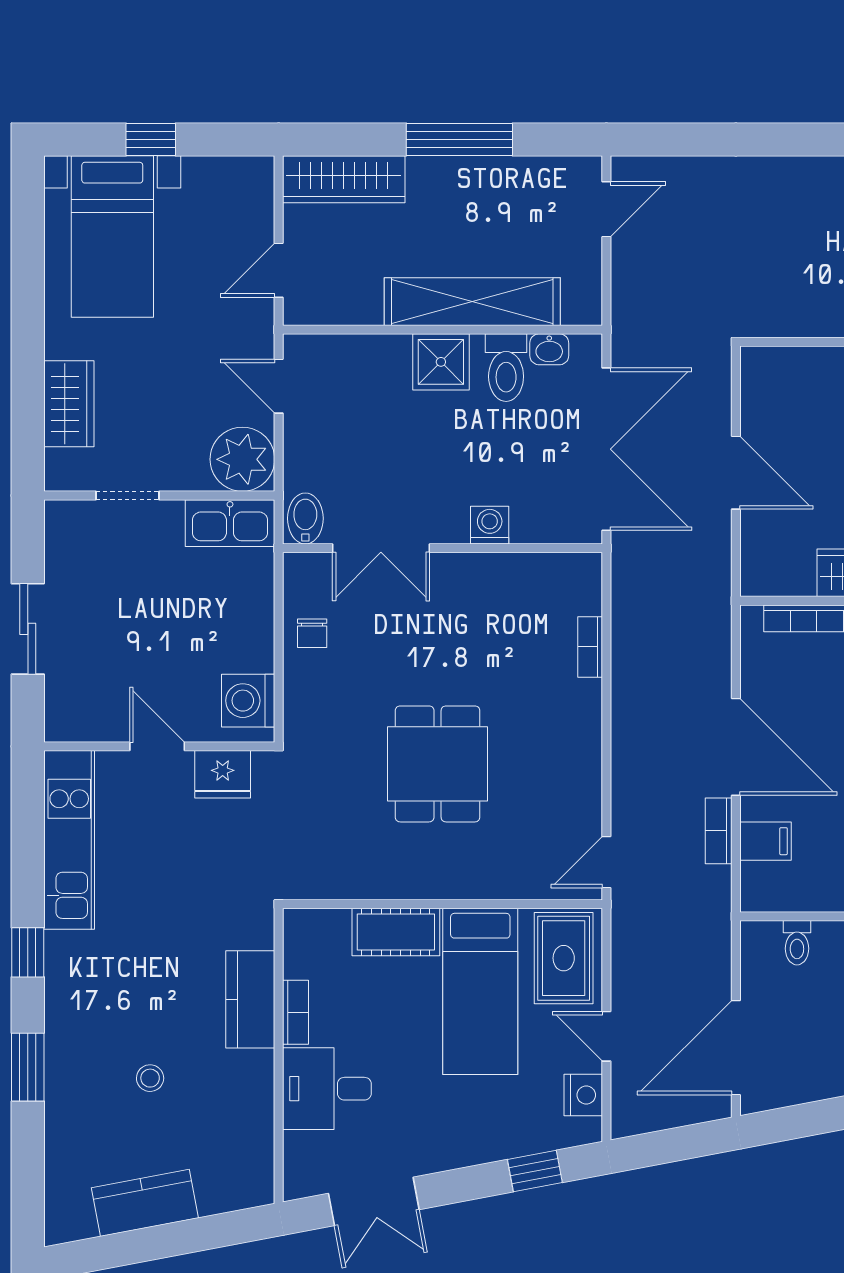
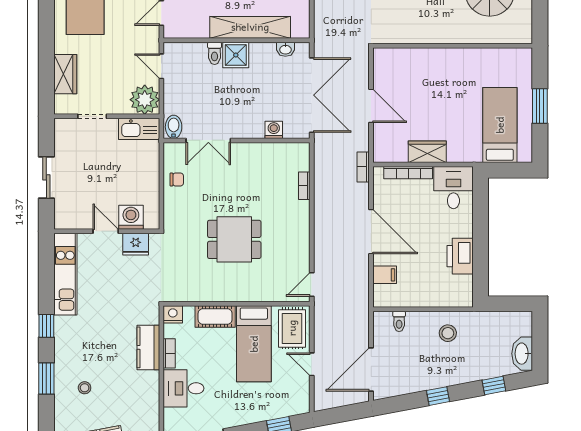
toilet: (506, 368) -> (215, 53), moved, width x0.73, depth x0.72
washing machine: (490, 525) -> (274, 130), moved
chair: (312, 633) -> (177, 179), turned -90
washing machine: (248, 701) -> (131, 217), moved, turned 90
dining table: (438, 764) -> (234, 239), turned 90
bookcase: (719, 831) -> (363, 167), moved
stool: (150, 1078) -> (85, 388), moved
nightstand: (583, 1095) -> (173, 314), moved, turned -90

